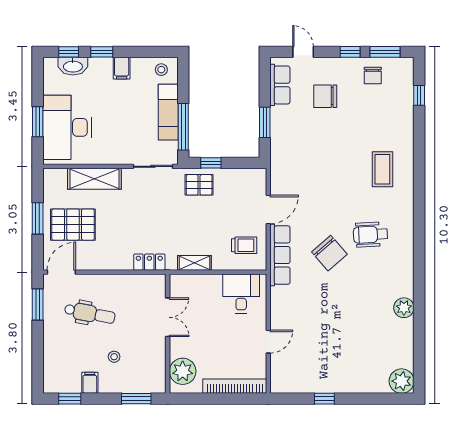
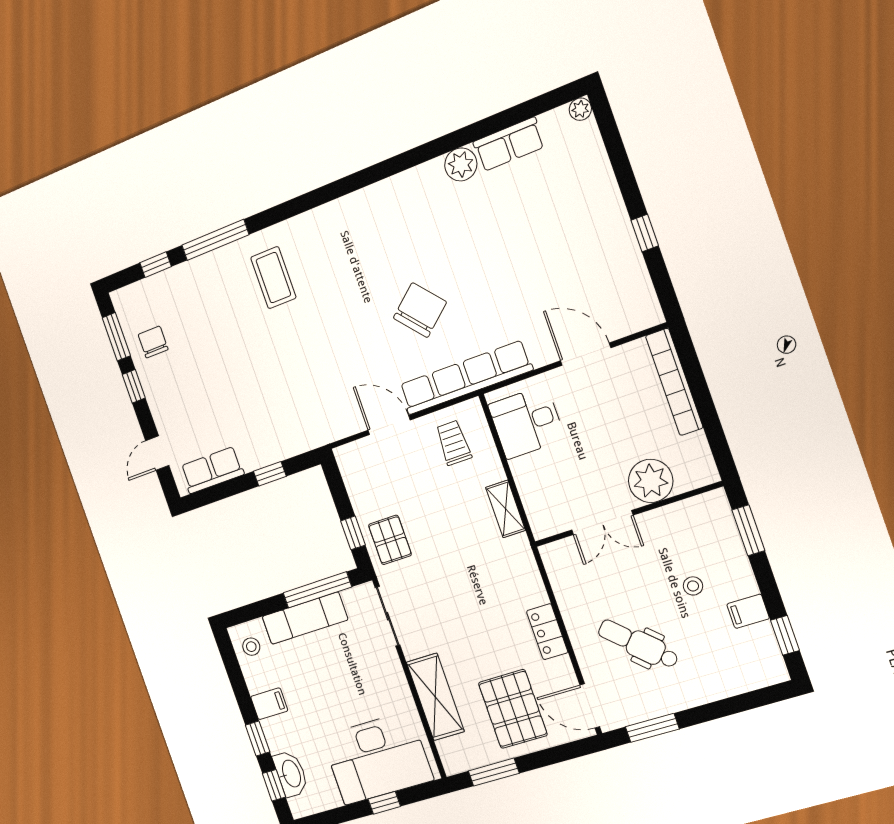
chair: (373, 76) -> (153, 342), turned -90
chair: (325, 96) -> (204, 399), removed
window: (38, 122) -> (384, 803), width x0.67
window: (265, 122) -> (270, 474), width x0.67
window: (419, 140) -> (215, 240), added
coffee table: (382, 169) -> (273, 278), turned 90
window: (38, 218) -> (494, 772), moved
wheelchair: (370, 235) -> (371, 259), removed
row of seats: (280, 255) -> (465, 378), width x1.36
locker: (149, 262) -> (547, 632), moved
dental chair: (90, 313) -> (638, 644), turned -58
double door: (168, 317) -> (602, 523), swing flipped
row of seats: (404, 340) -> (509, 144), added
door: (268, 342) -> (586, 354), width x1.38
plant: (183, 371) -> (651, 481), moved
plant: (402, 381) -> (580, 109), width x0.53, depth x0.53

